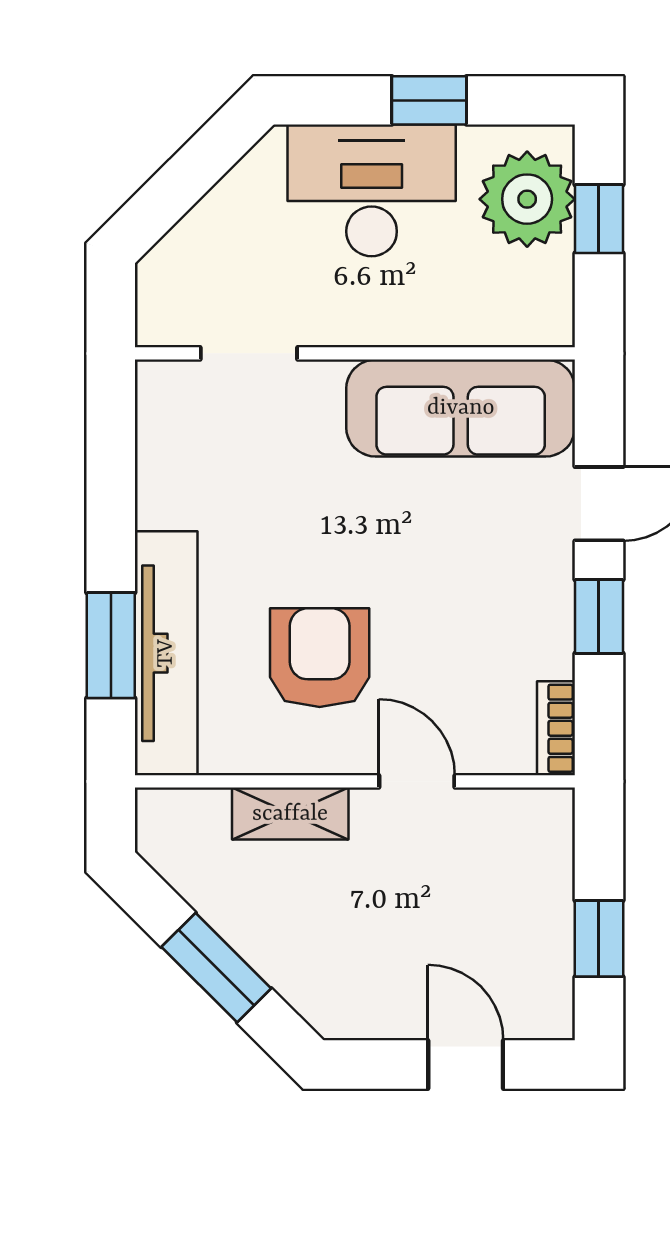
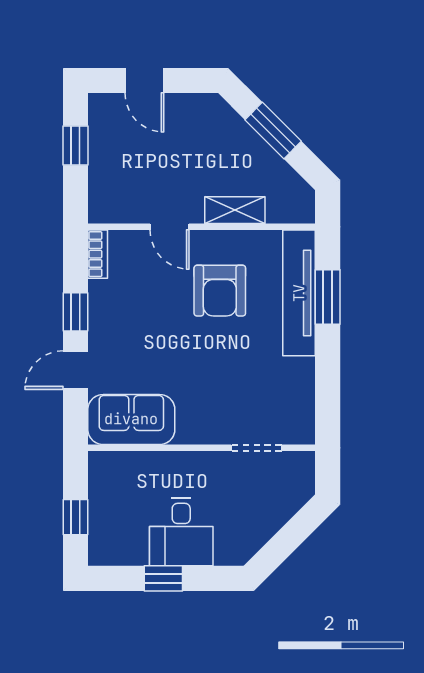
desk: (372, 190) -> (181, 532), width x0.73
plant: (527, 199) -> (113, 527), removed
sofa: (461, 408) -> (131, 419), width x0.73

